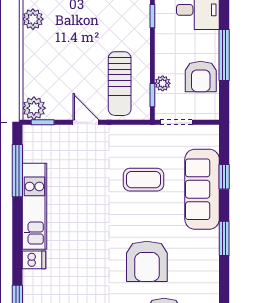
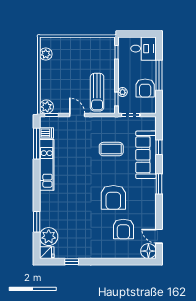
dishwasher: (34, 260) -> (46, 133), moved

